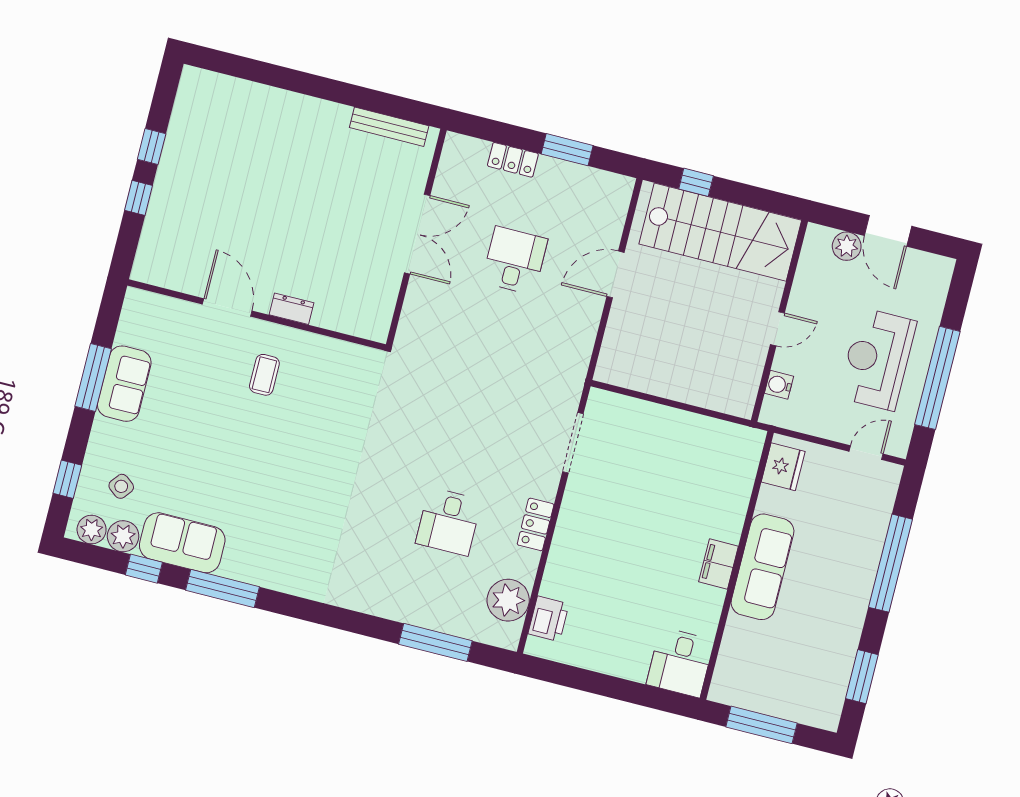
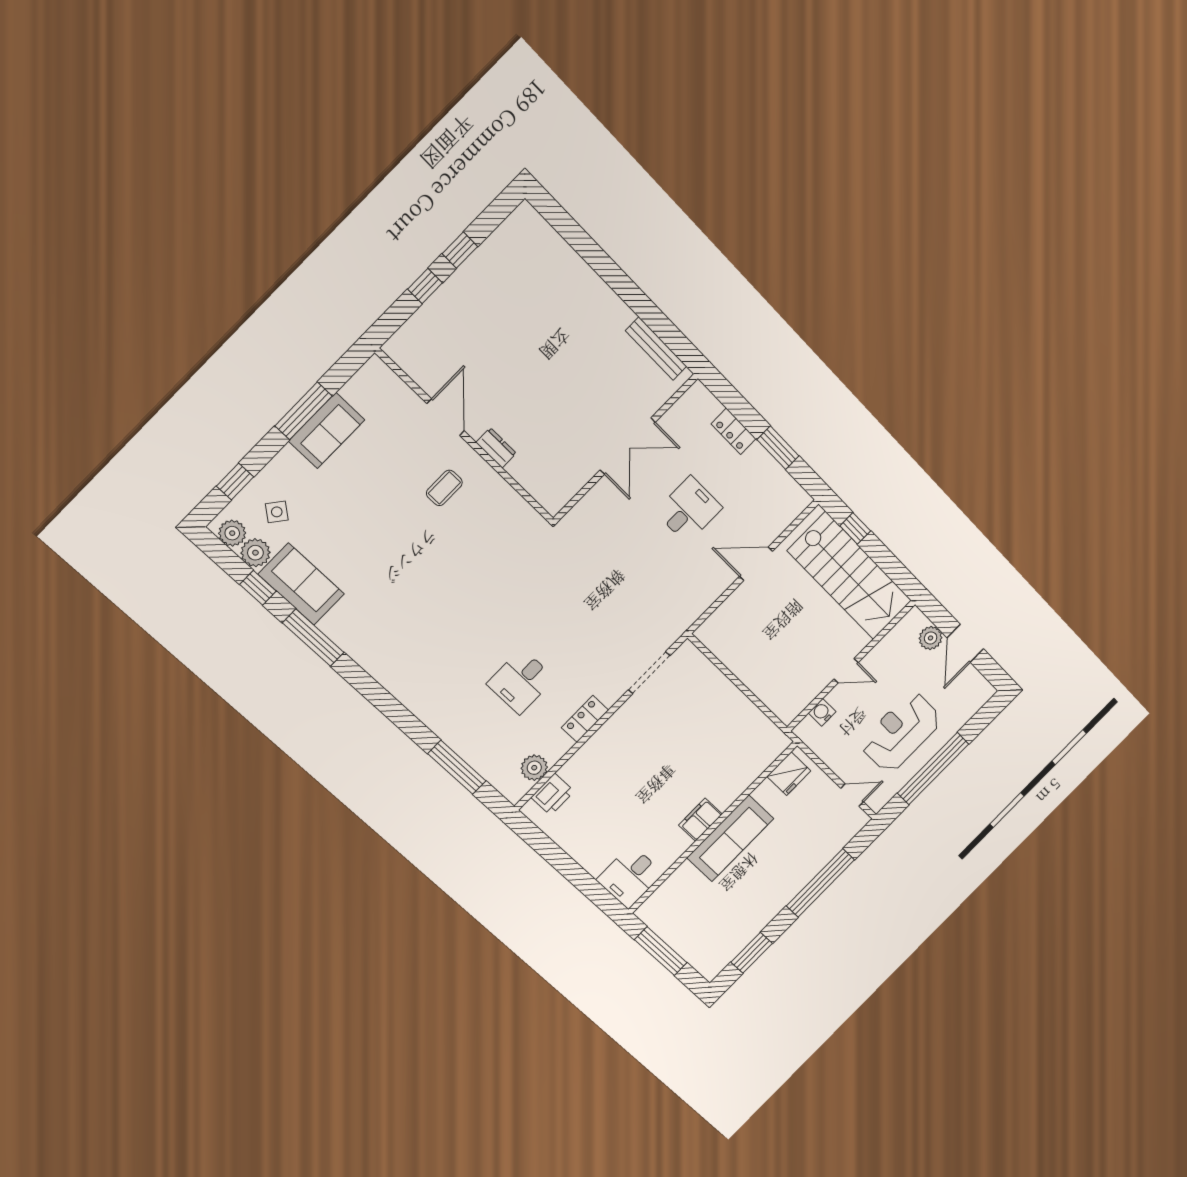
plant: (508, 600) -> (534, 768), width x0.73, depth x0.73

